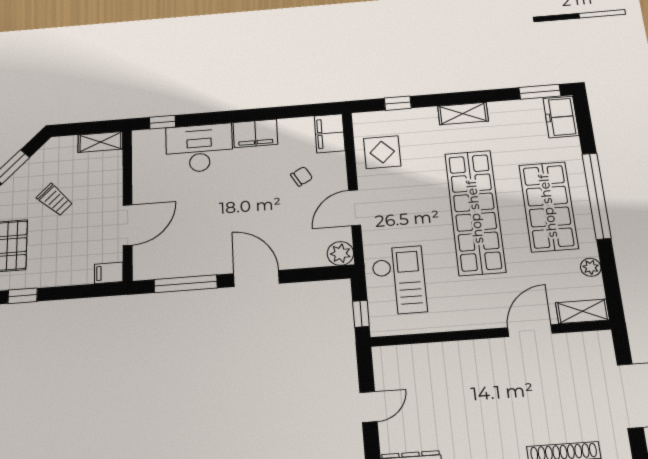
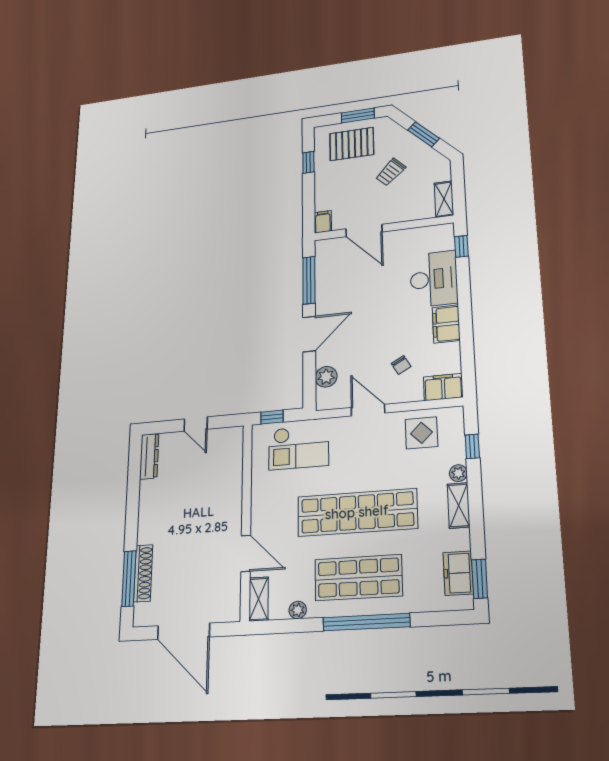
plant: (427, 115) -> (458, 473), added
freezer: (561, 117) -> (458, 573), moved, turned -90
plant: (340, 253) -> (326, 377), moved

